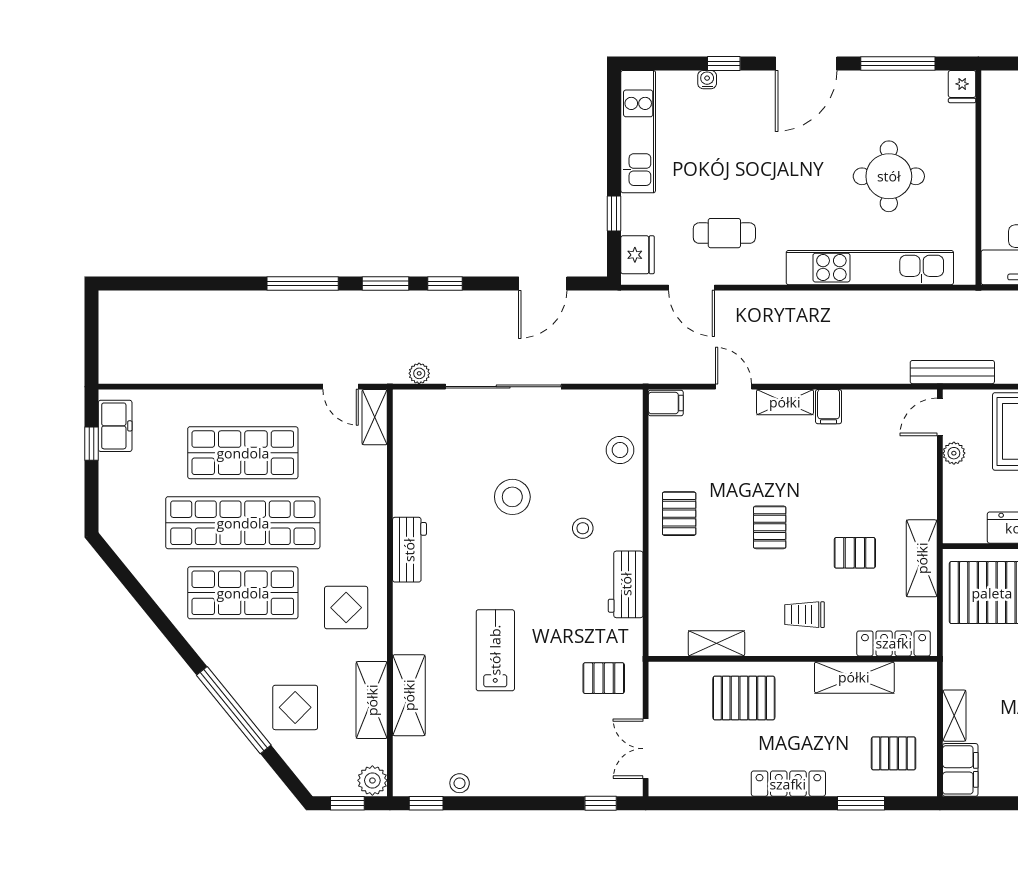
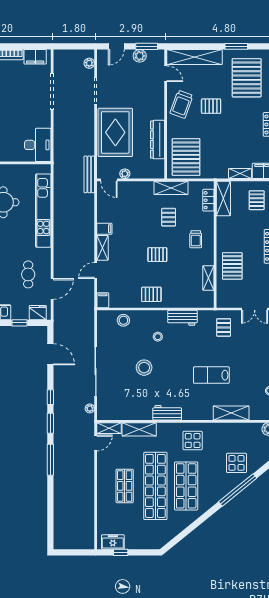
shop shelf: (243, 453) -> (125, 486), width x0.70, depth x0.74
locker: (894, 643) -> (208, 200), width x0.66
shelving: (854, 677) -> (223, 199), moved
shelving: (372, 700) -> (139, 429), moved

